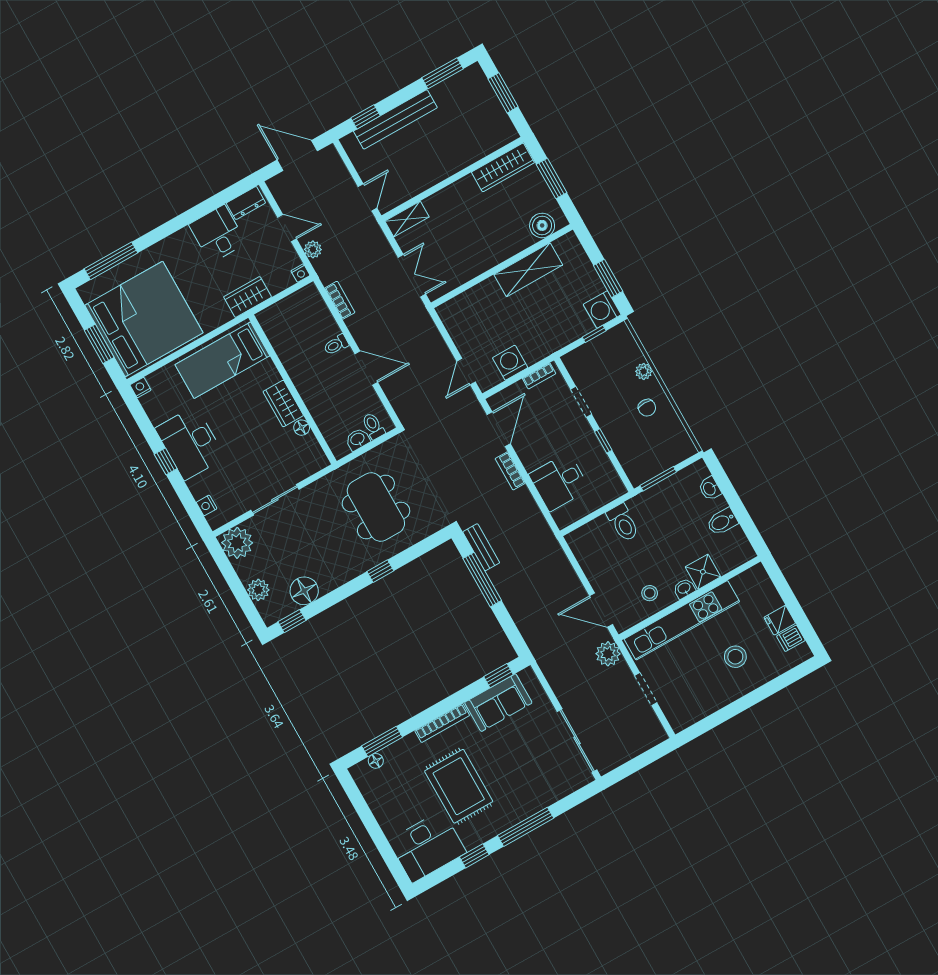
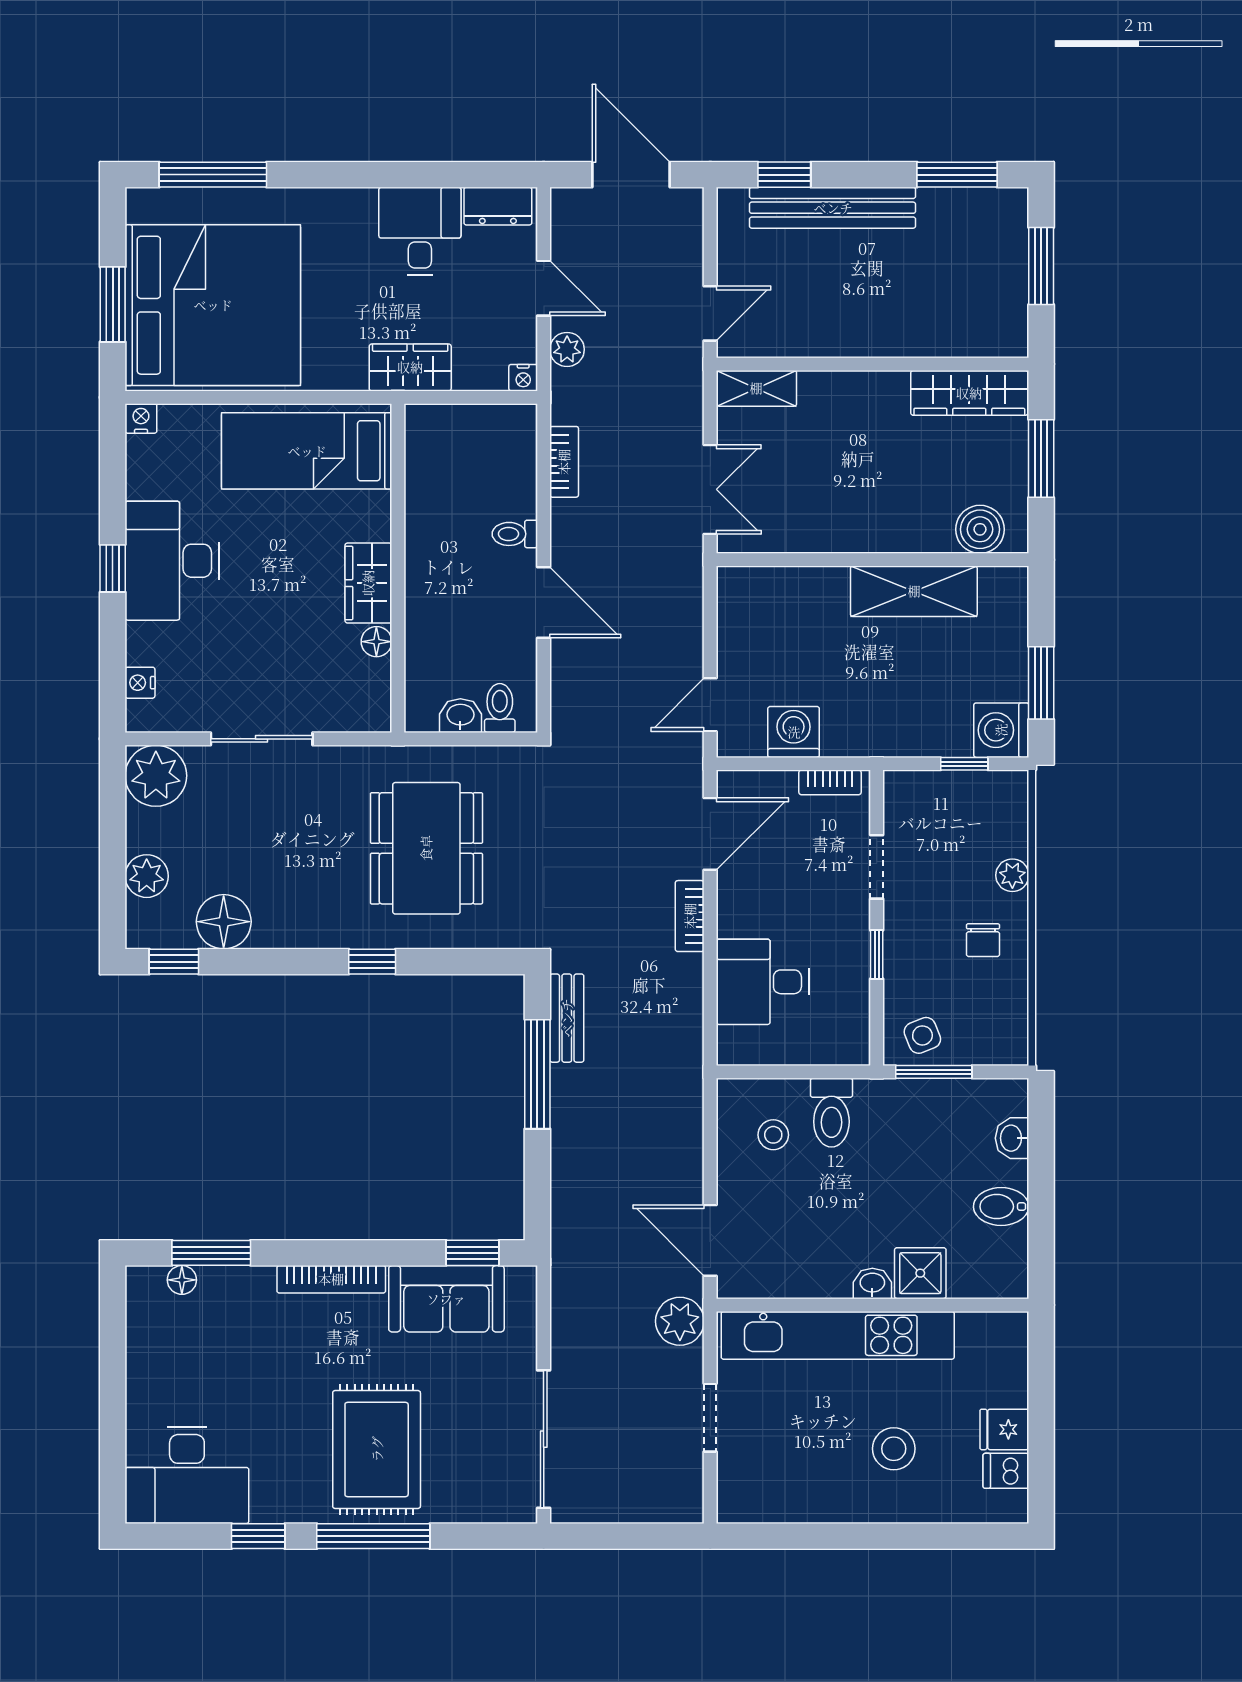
side table: (644, 465) -> (922, 1035), added
stool: (650, 593) -> (773, 1135), moved
rug: (459, 786) -> (377, 1449), moved

